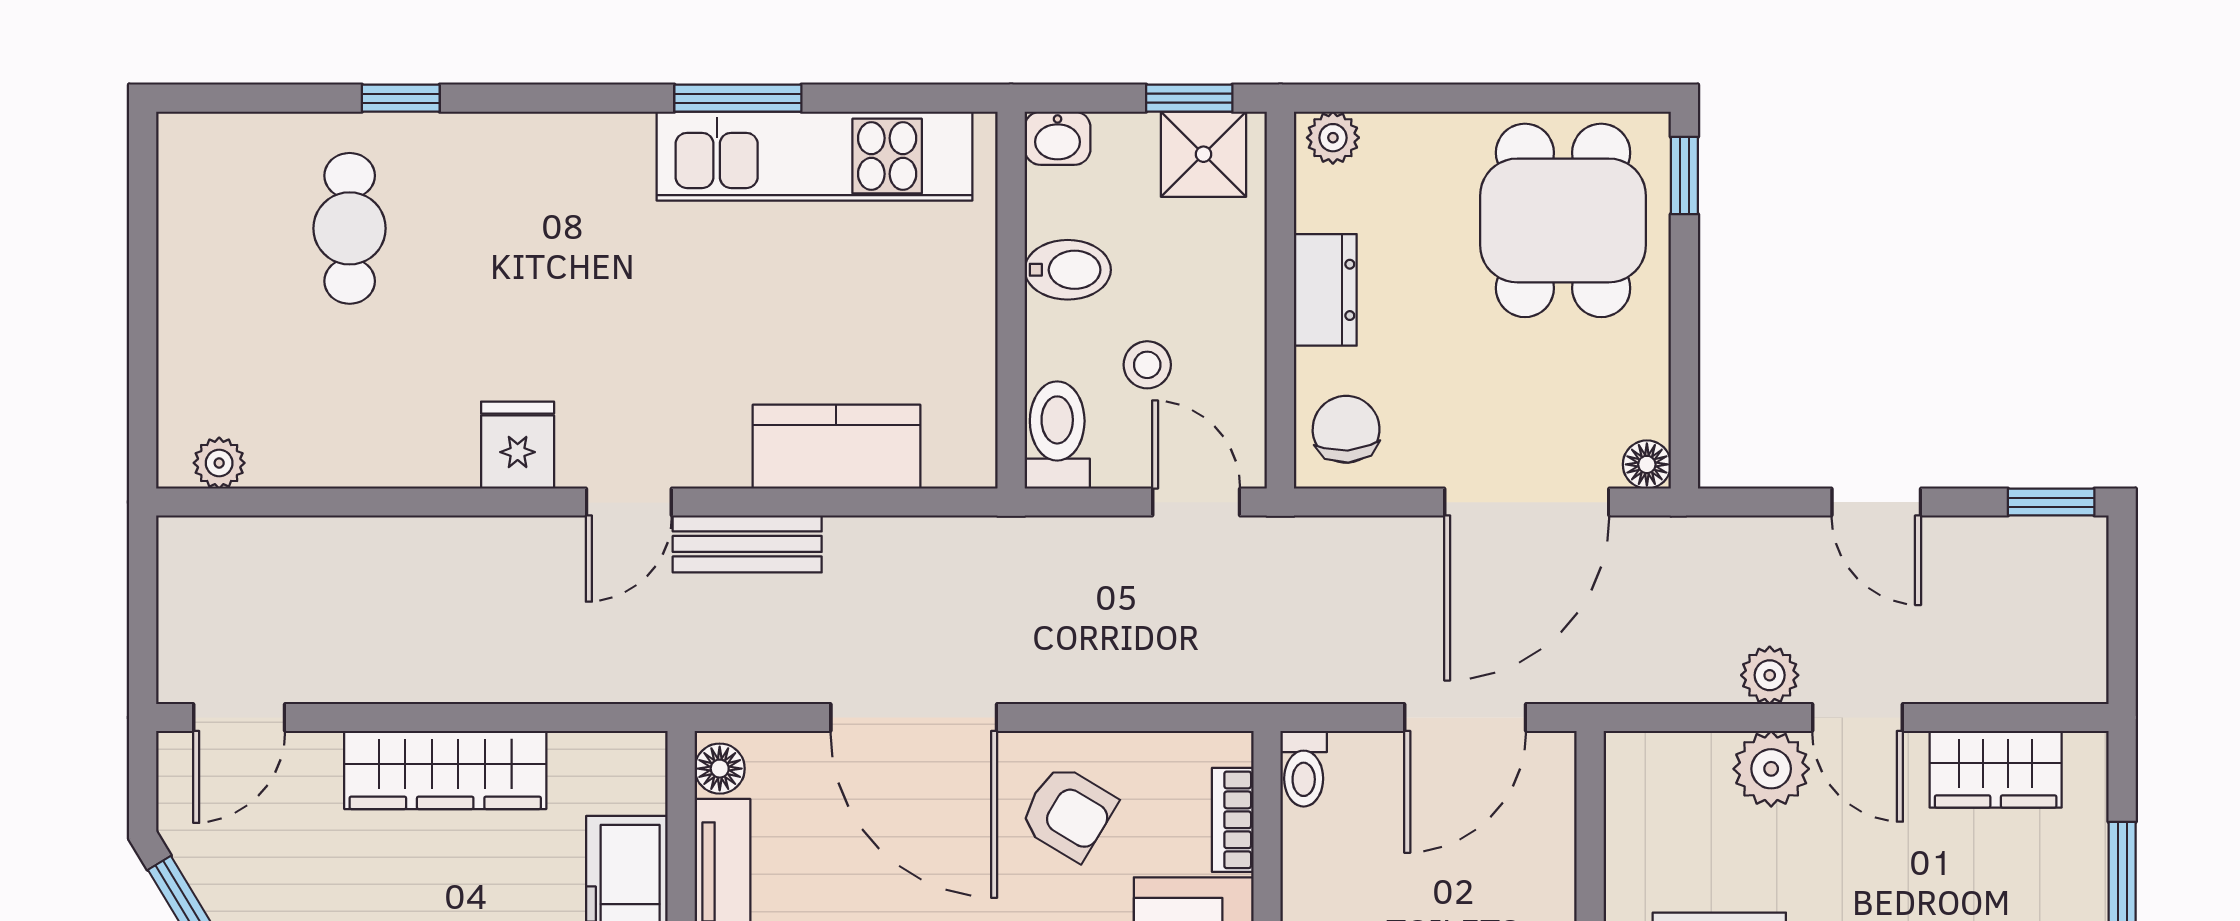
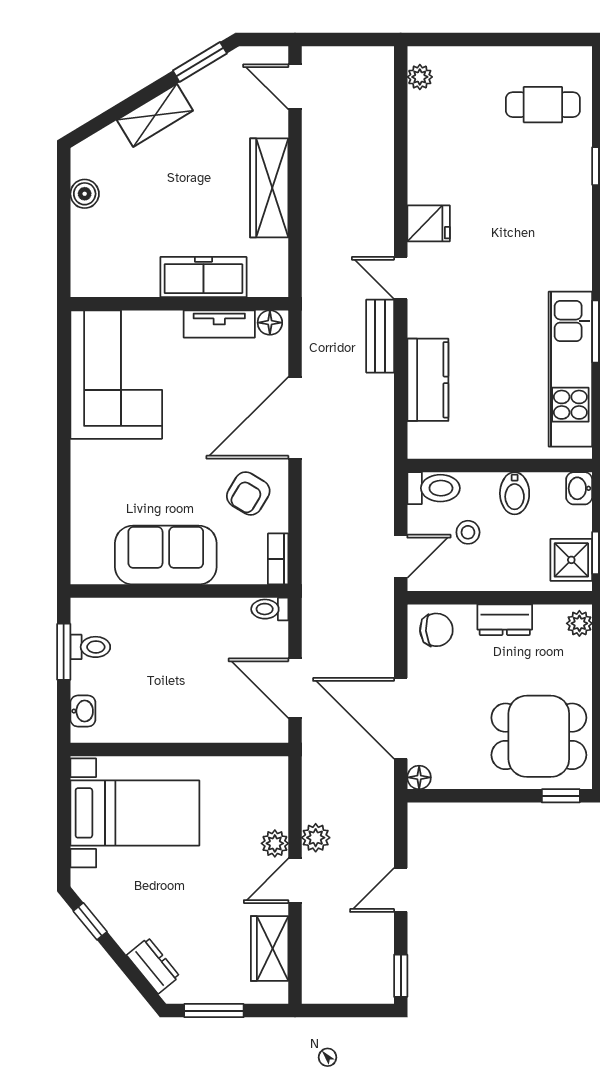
cafe table: (350, 228) -> (543, 105), moved
plant: (1771, 769) -> (275, 843), width x0.73, depth x0.73
bookcase: (1233, 820) -> (278, 559), moved, turned -90

